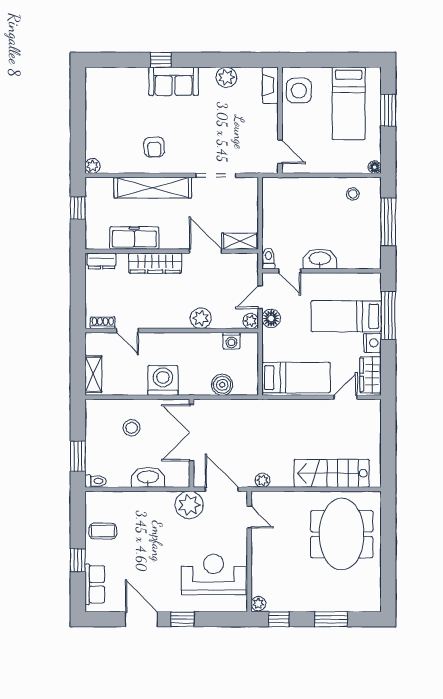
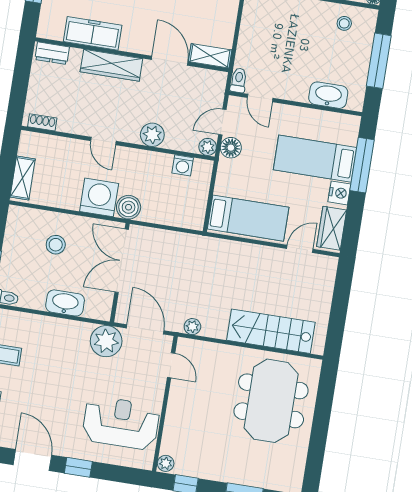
washbasin: (320, 259) -> (328, 95), moved
door: (128, 330) -> (103, 141), moved
boiler: (222, 385) -> (129, 207), moved

